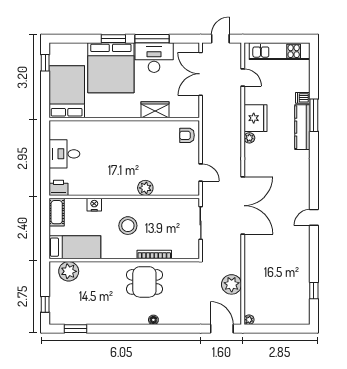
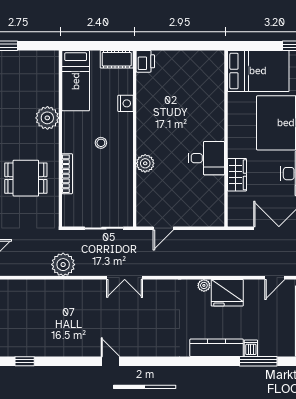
window: (314, 115) -> (258, 361), moved
armchair: (187, 135) -> (207, 212), removed
desk: (64, 154) -> (206, 158), moved, turned 90
double door: (243, 206) -> (125, 278), width x0.54
stool: (128, 226) -> (101, 143), width x0.53, depth x0.53
plant: (69, 271) -> (47, 118), moved
dining table: (144, 282) -> (26, 178), moved, turned 90
plant: (232, 284) -> (63, 265), moved

